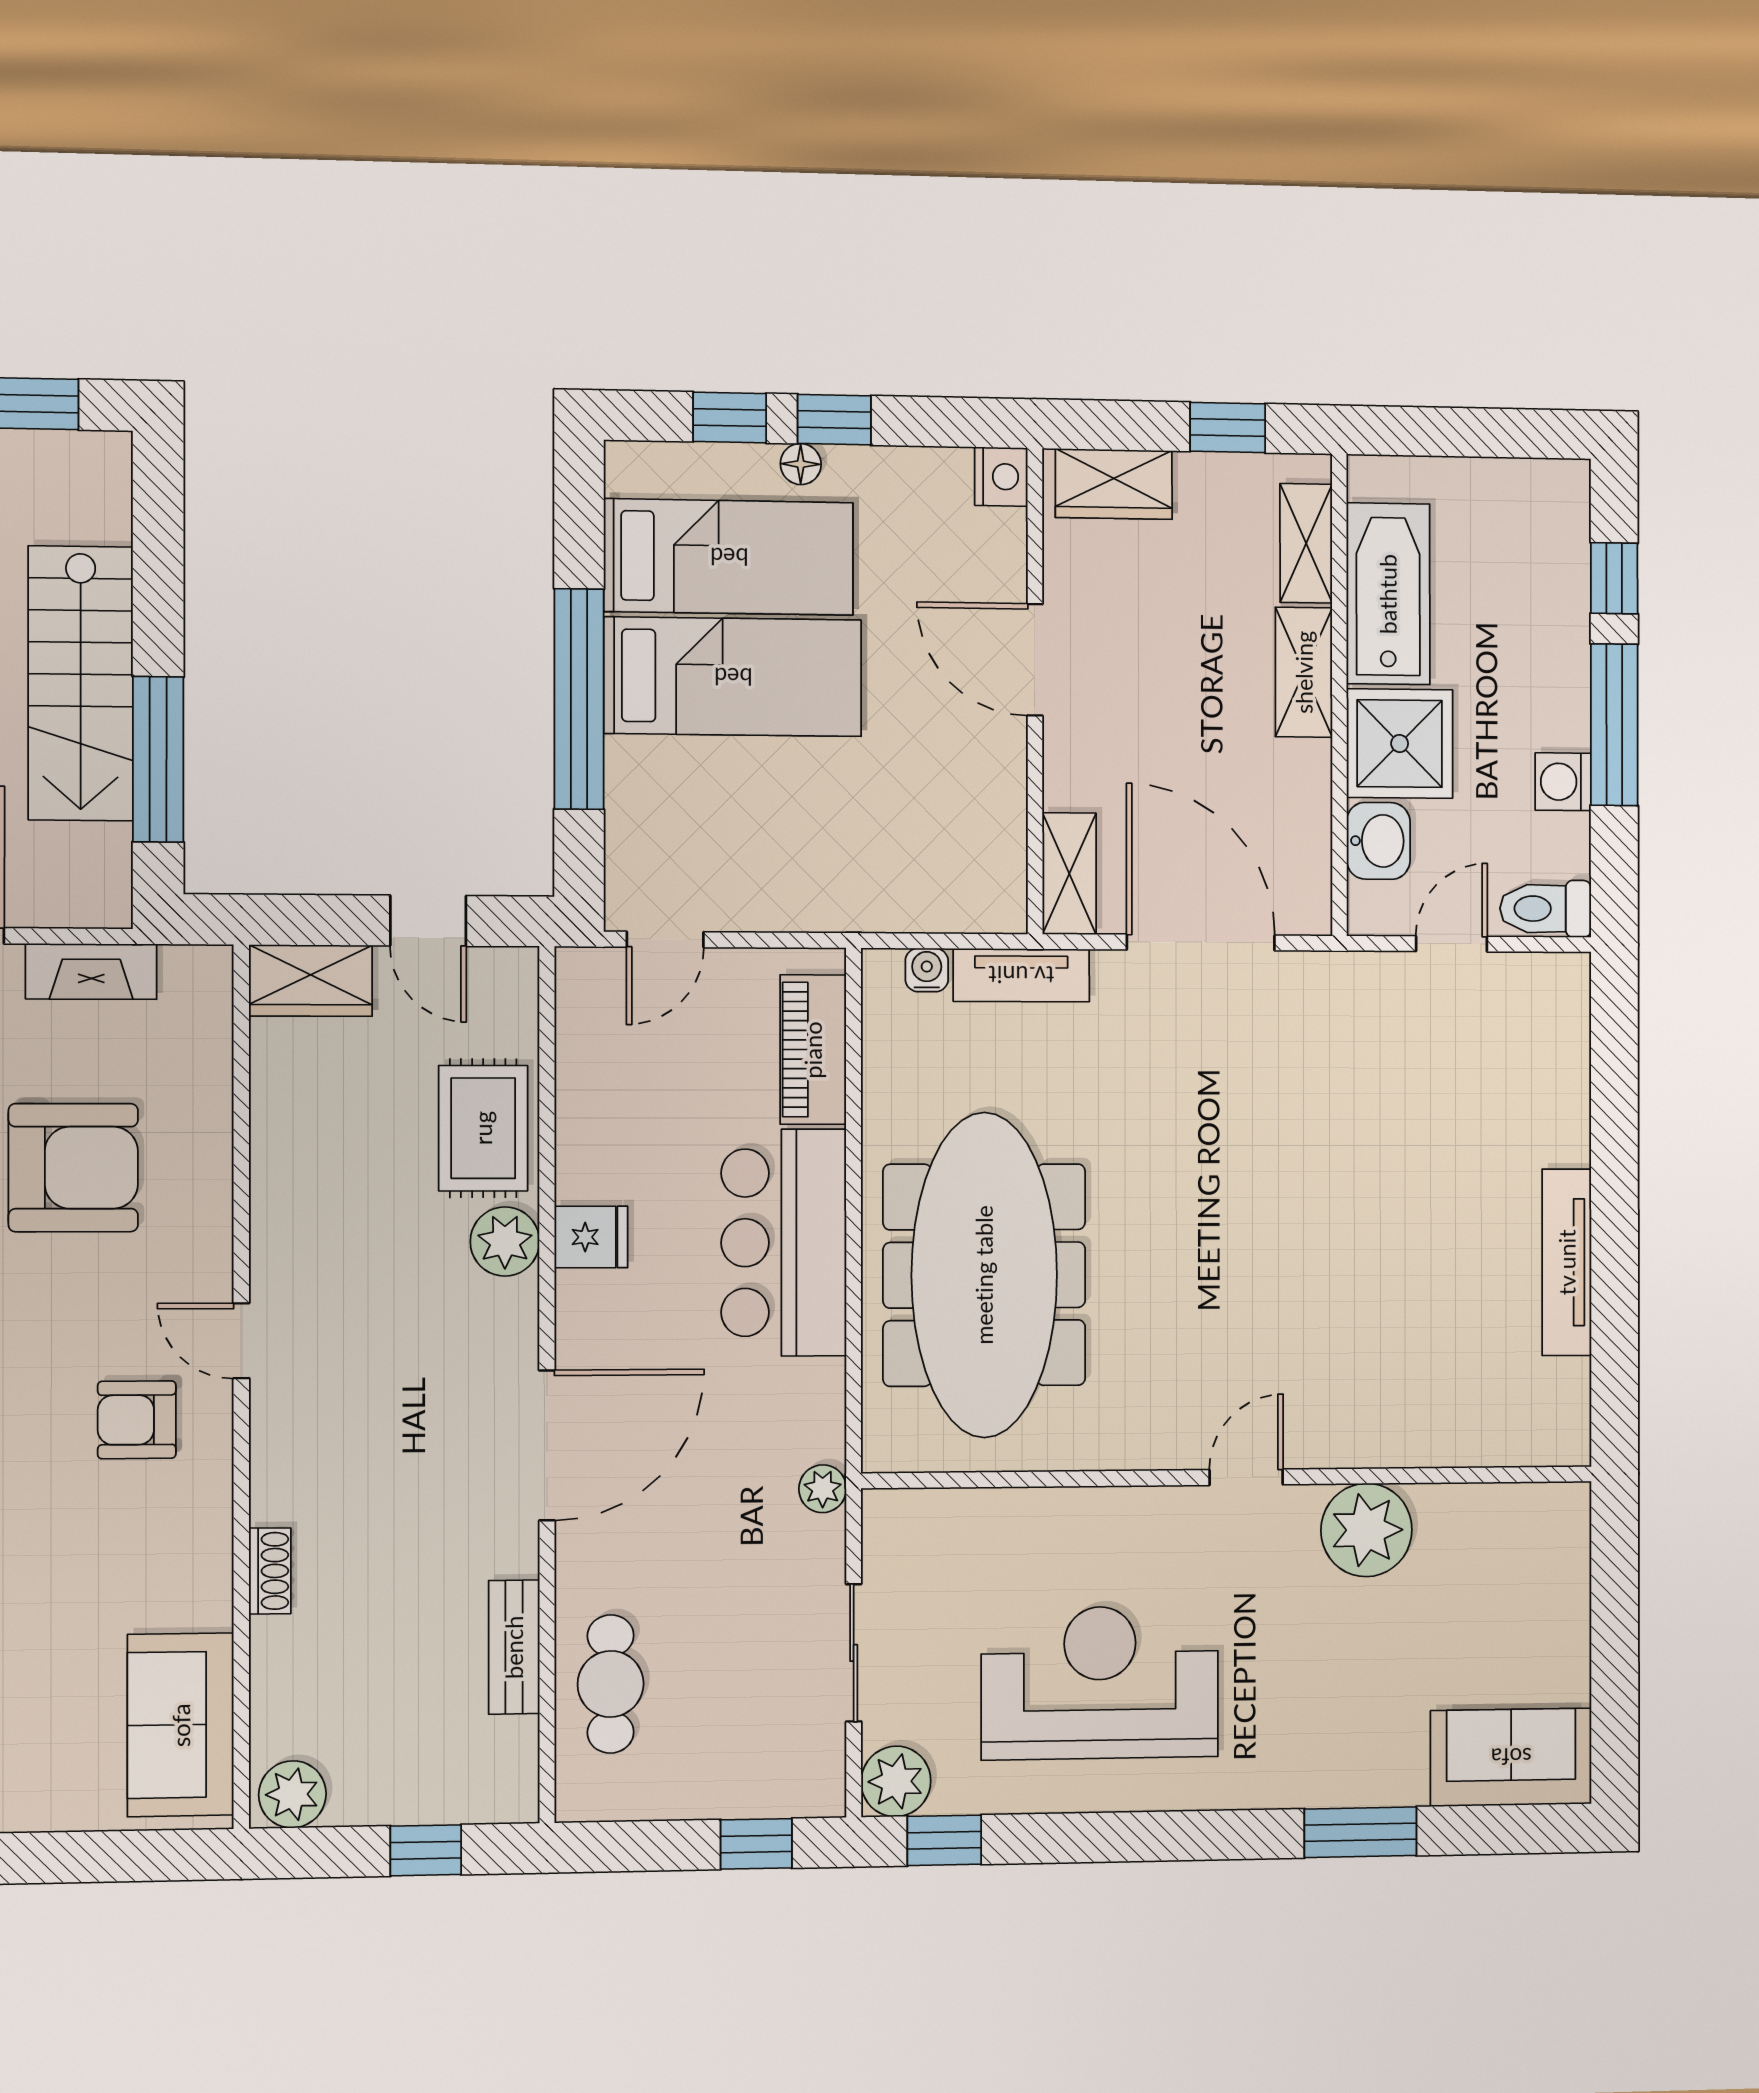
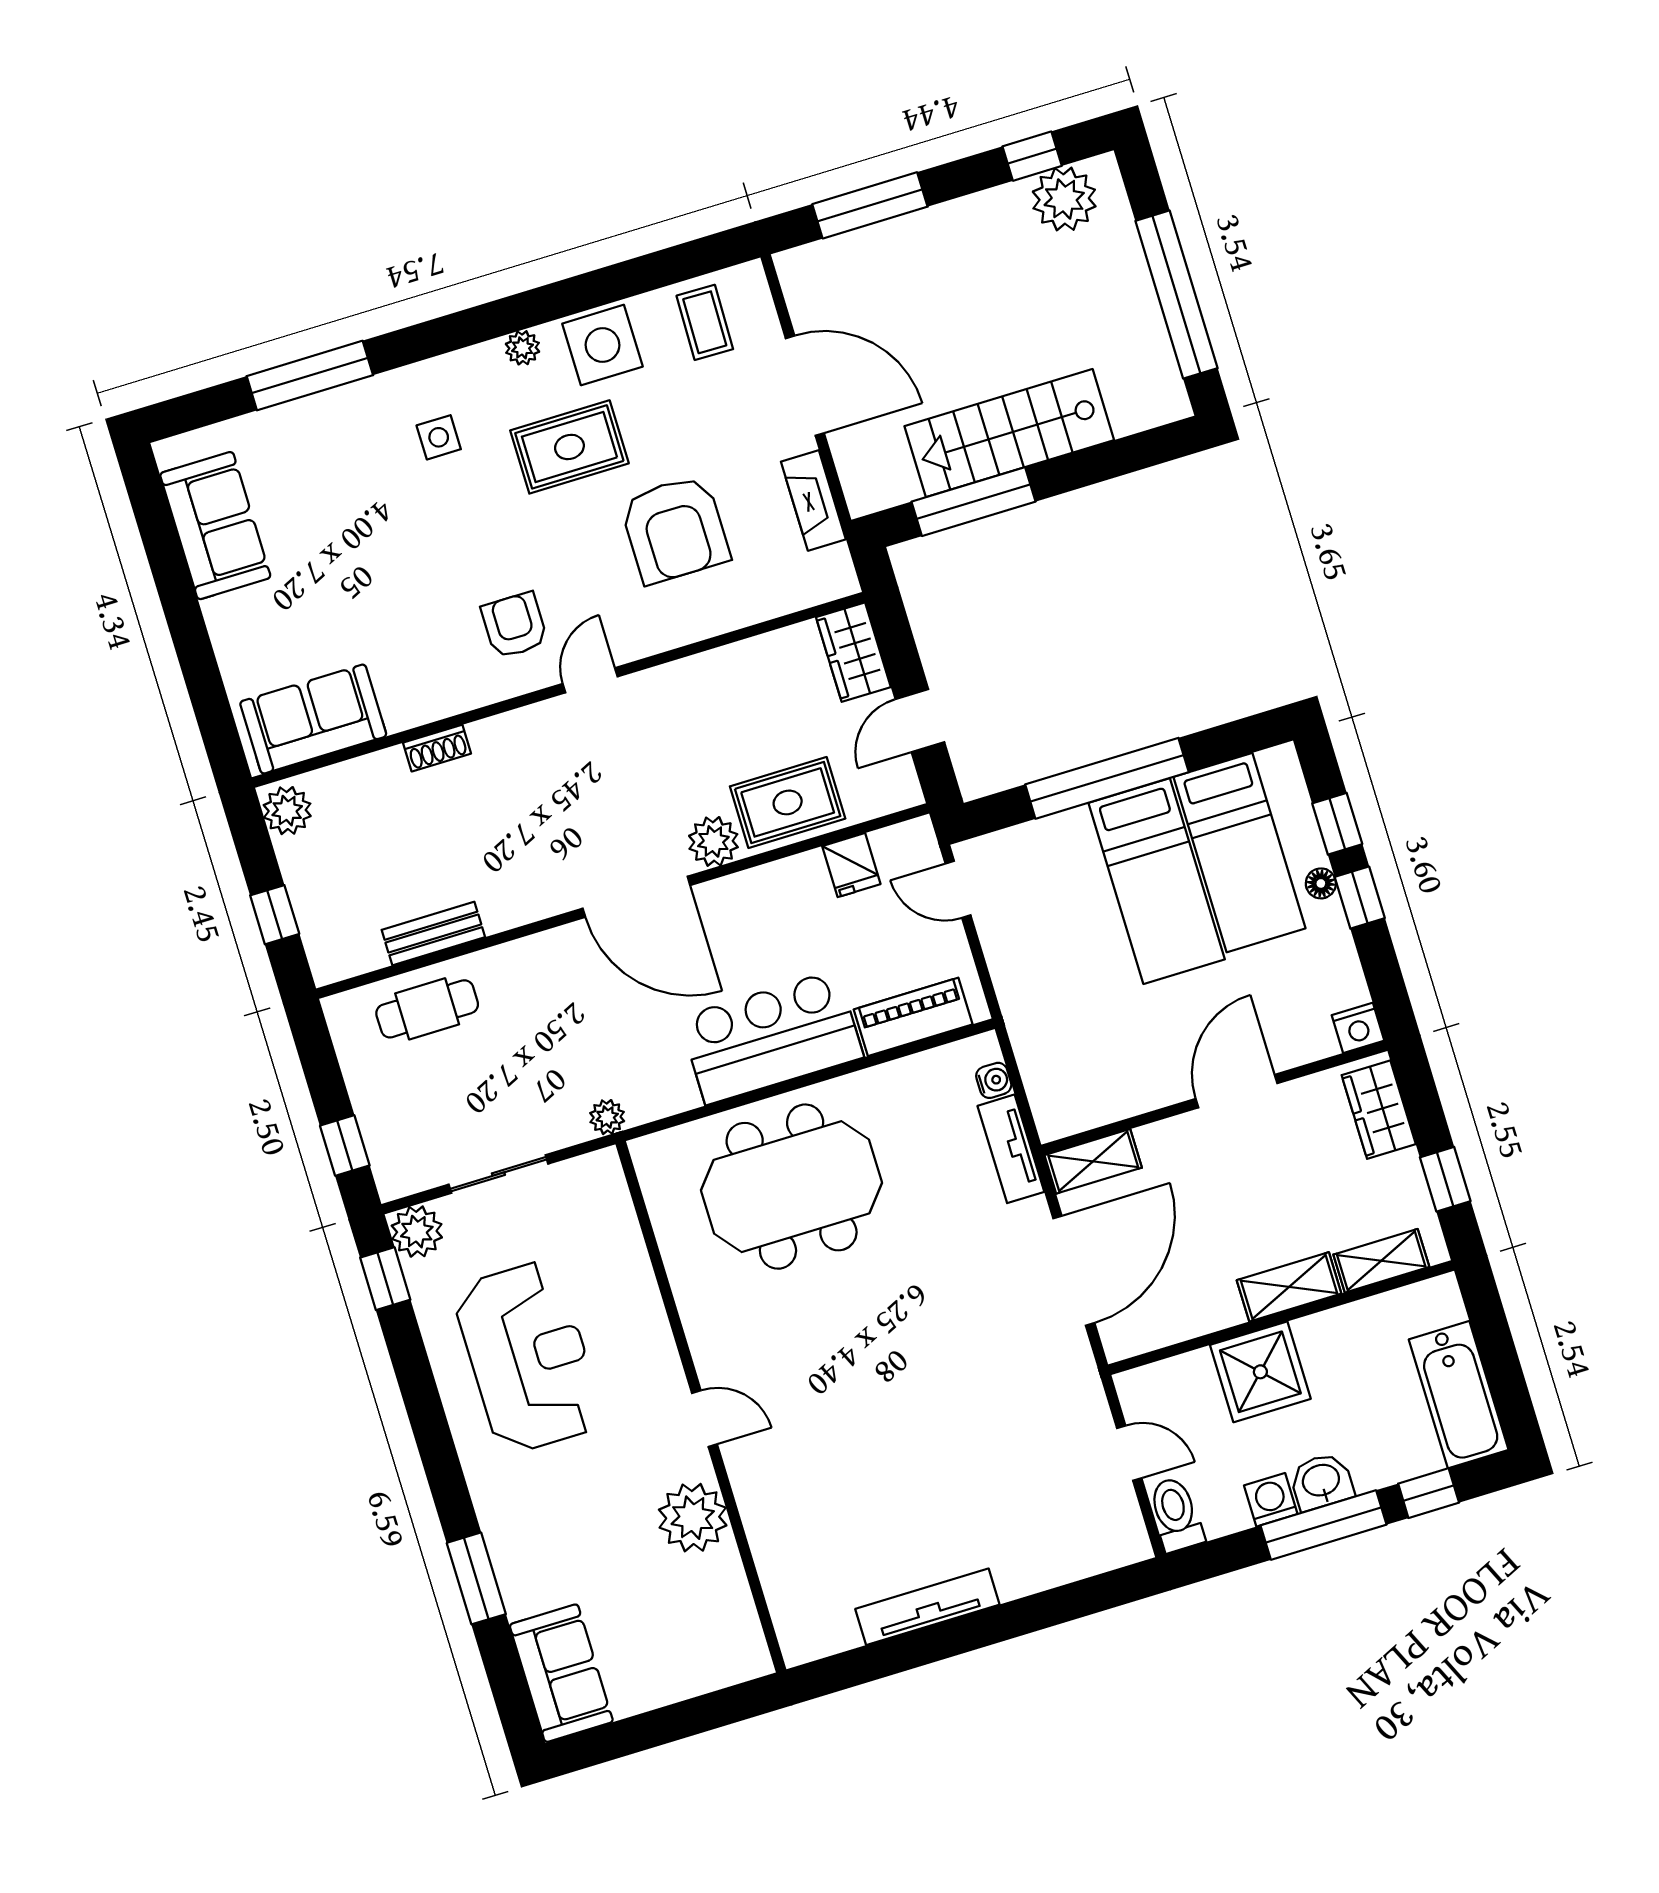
bathtub: (1388, 594) -> (1459, 1395), moved, turned 90
washbasin: (1378, 841) -> (1321, 1482), moved, turned 180
fridge: (591, 1237) -> (851, 865), moved
meeting table: (984, 1275) -> (792, 1187), width x0.73
door: (547, 1445) -> (636, 897), moved

